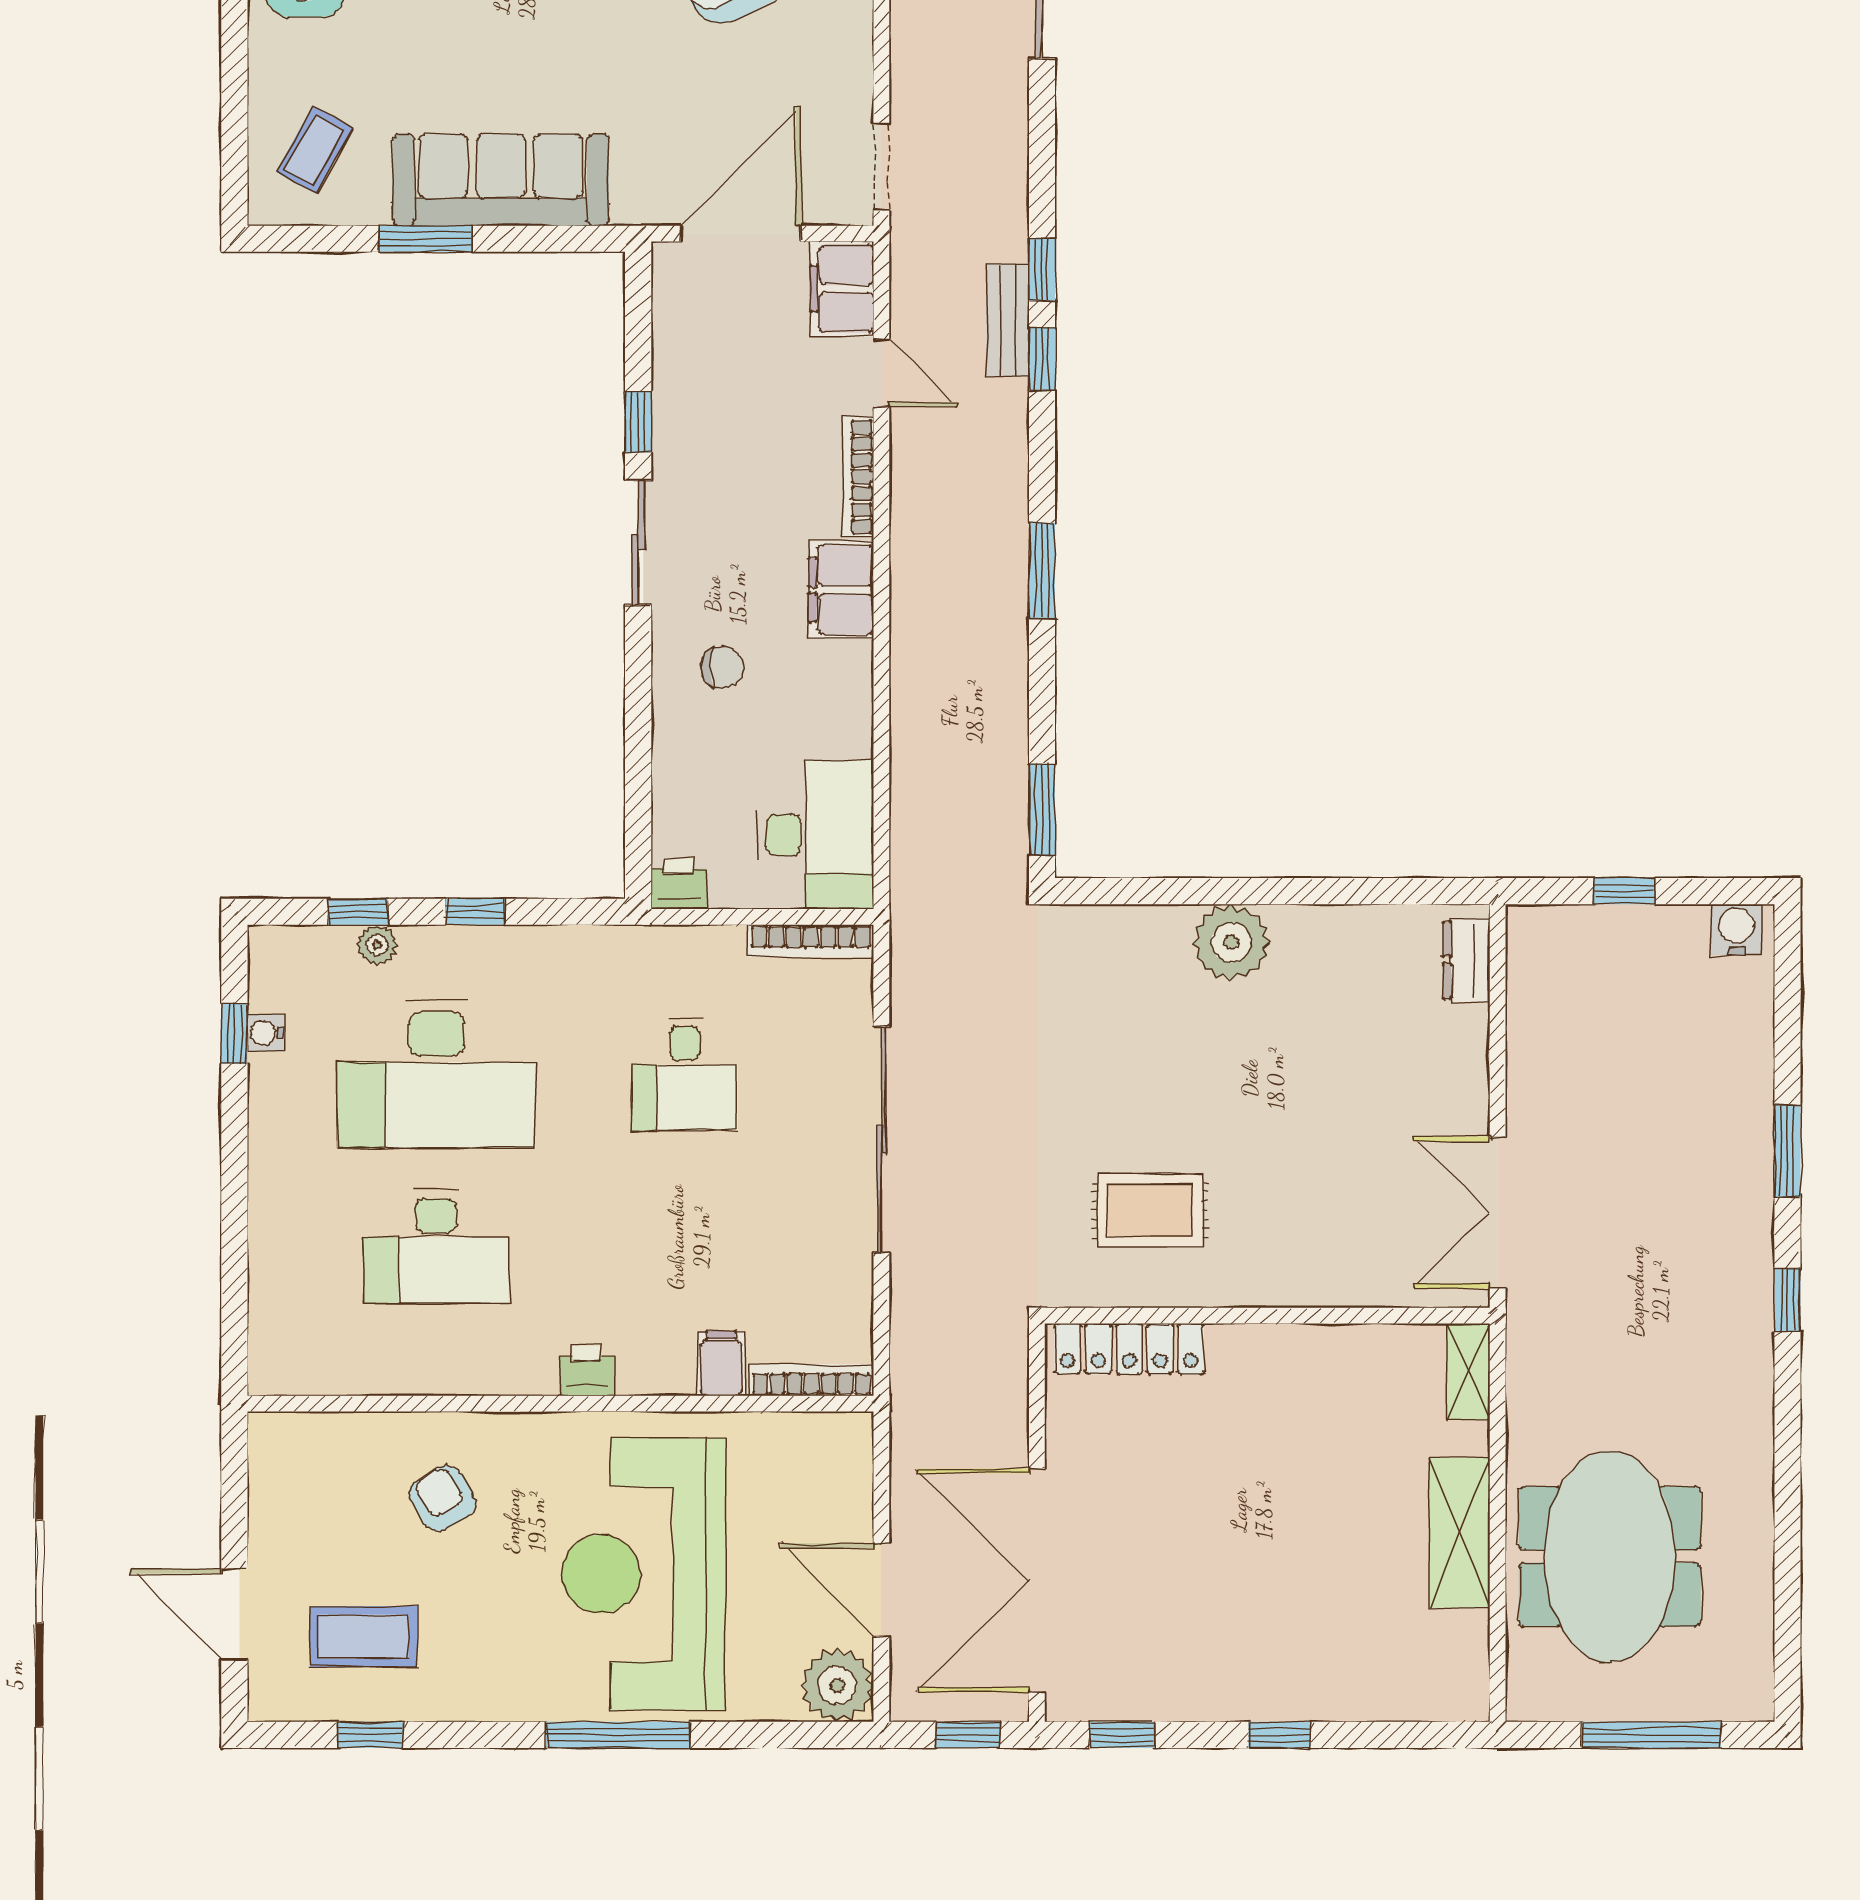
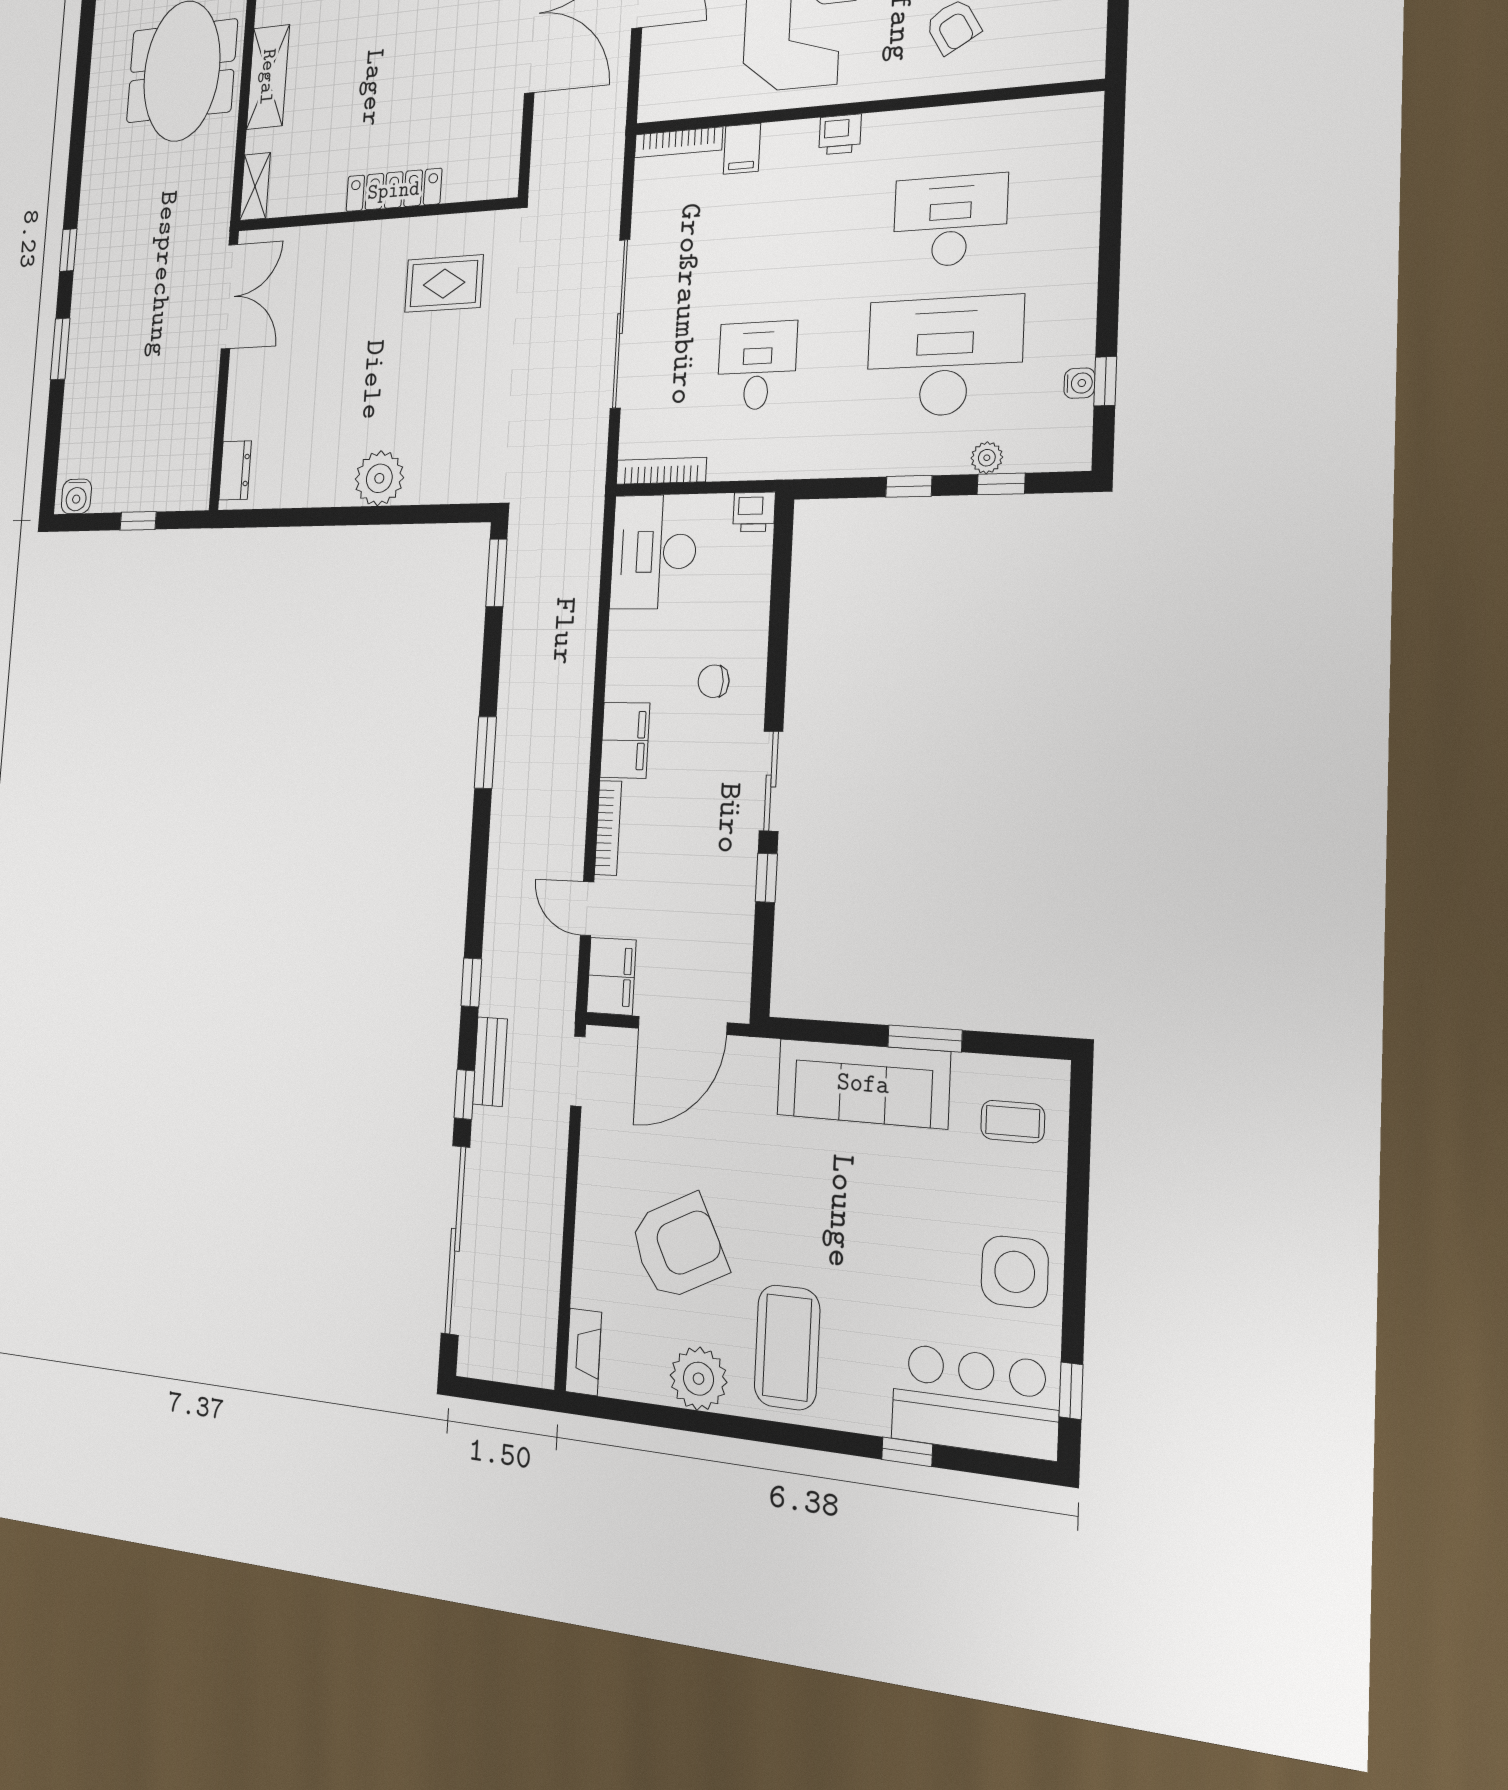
coffee table: (314, 150) -> (1013, 1122), turned 61
bench: (1008, 320) -> (490, 1062), moved
window: (1042, 359) -> (464, 1094), moved
locker: (1129, 1349) -> (394, 190), moved

